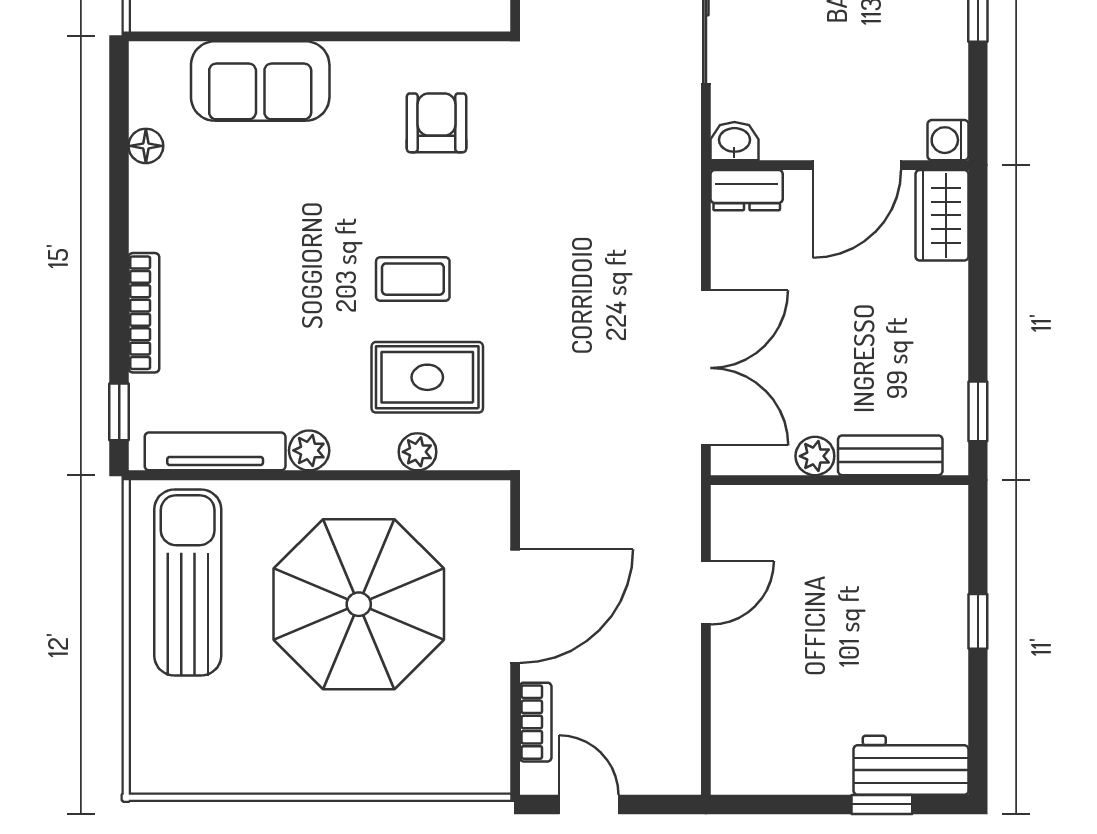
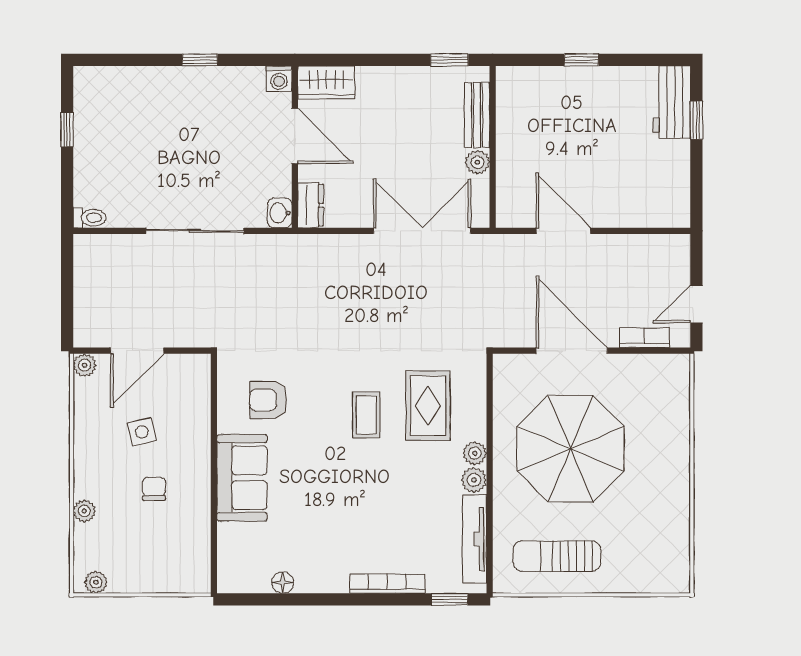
sofa: (260, 81) -> (242, 478), moved
plant: (418, 452) -> (475, 453), moved
sun lounger: (188, 583) -> (557, 556), width x0.73, depth x0.75
door: (706, 593) -> (563, 231), width x1.37

